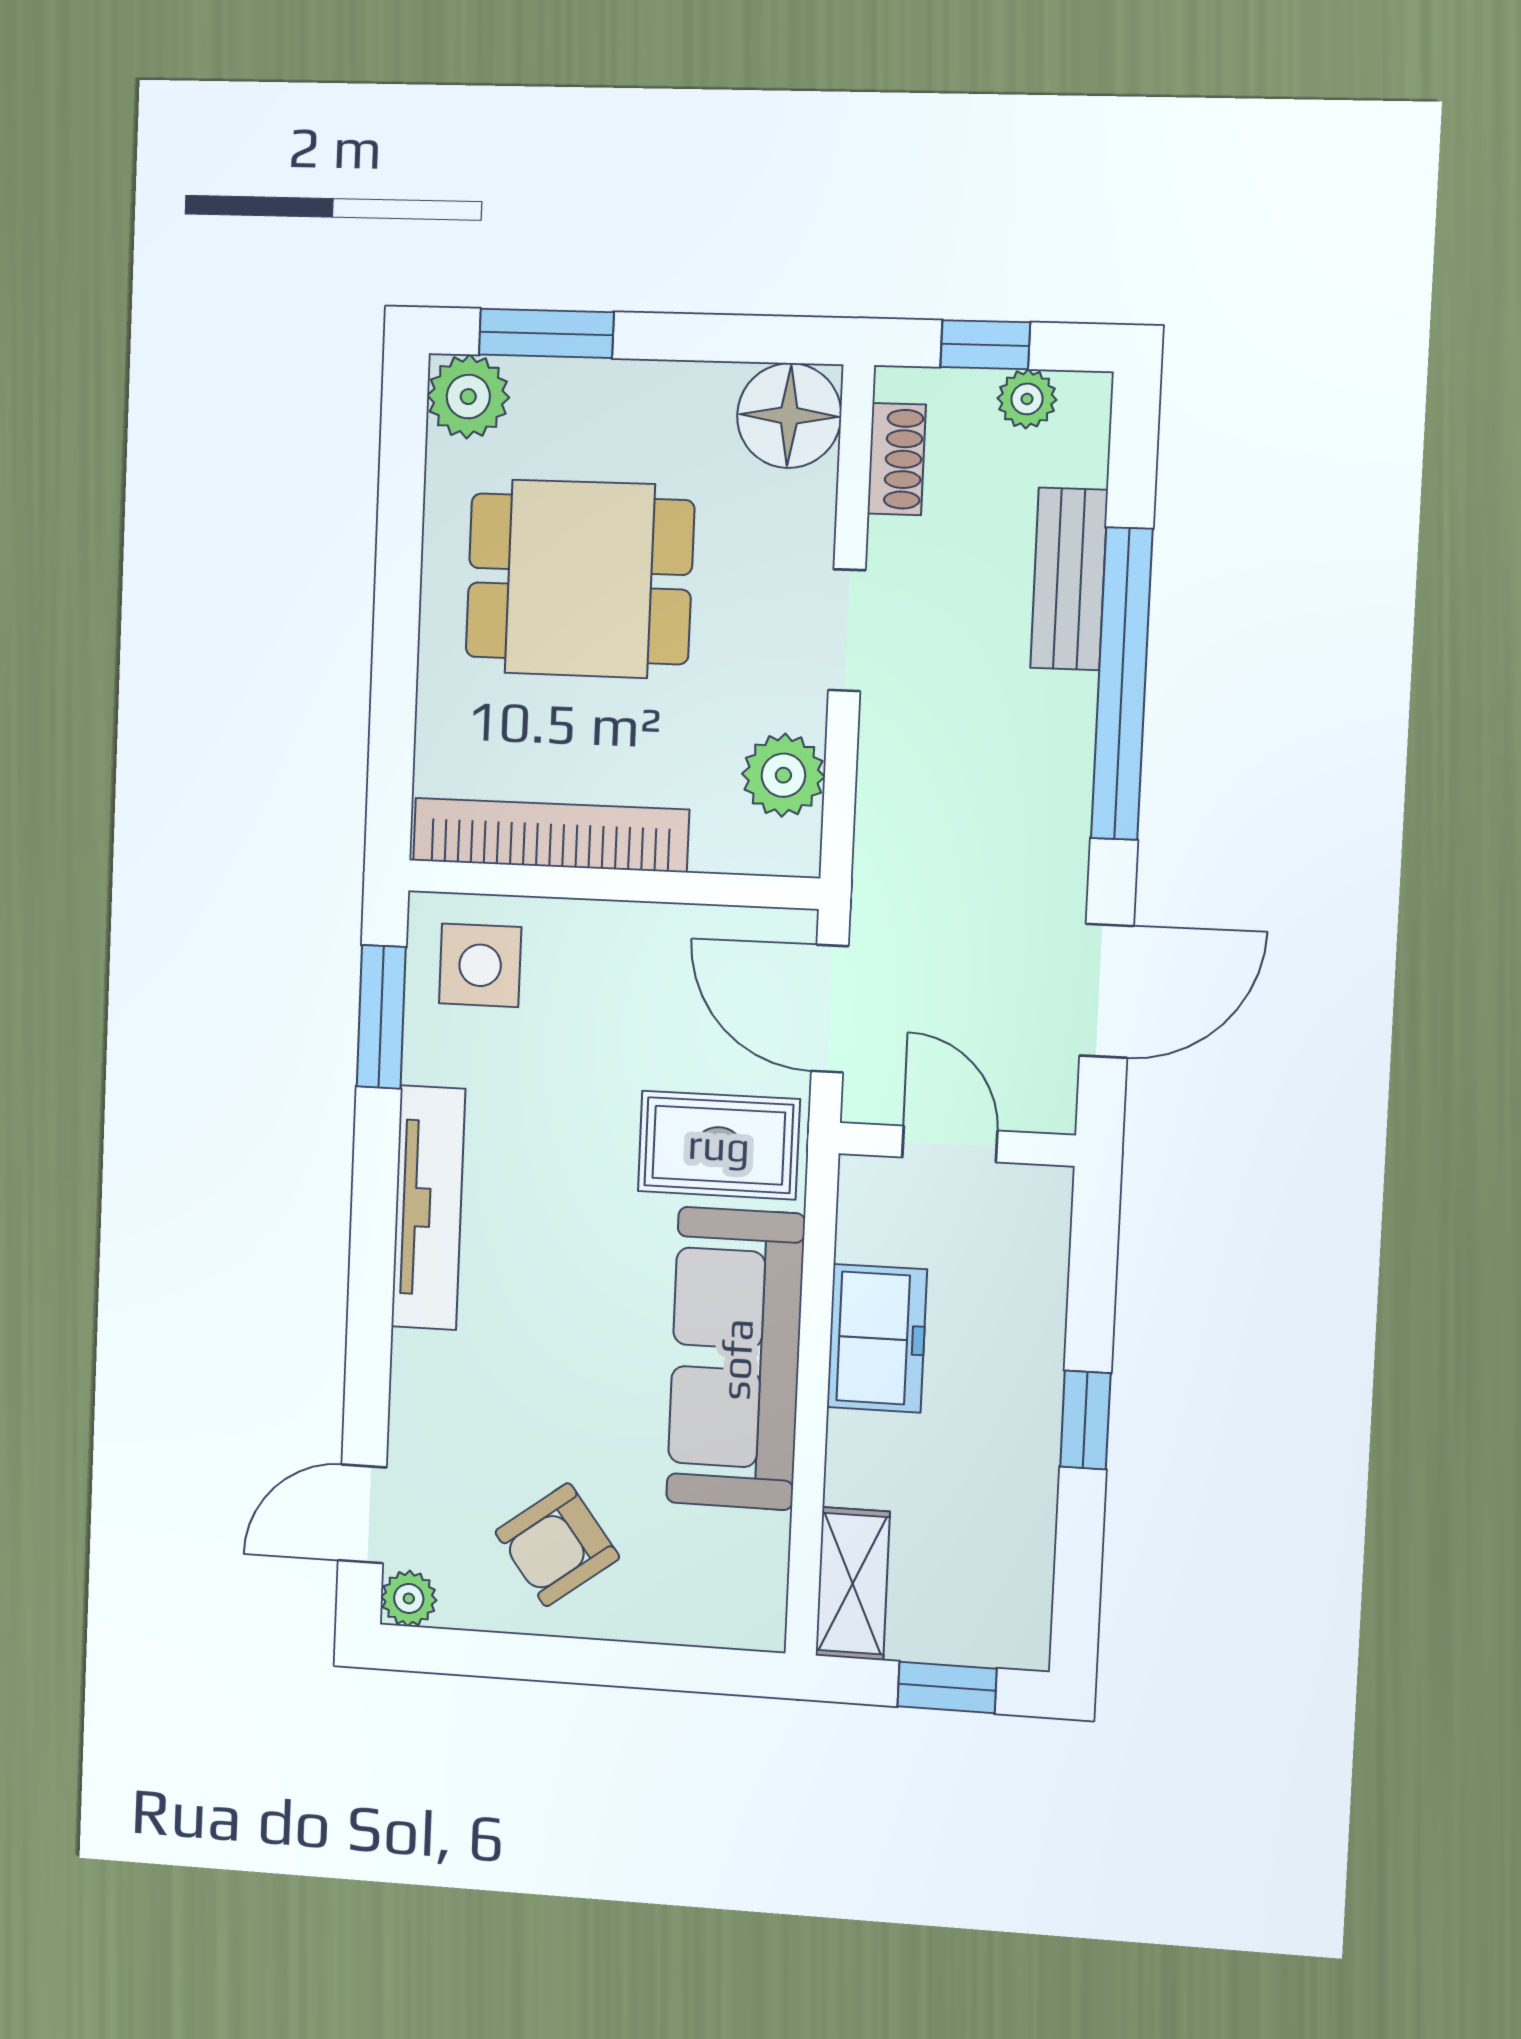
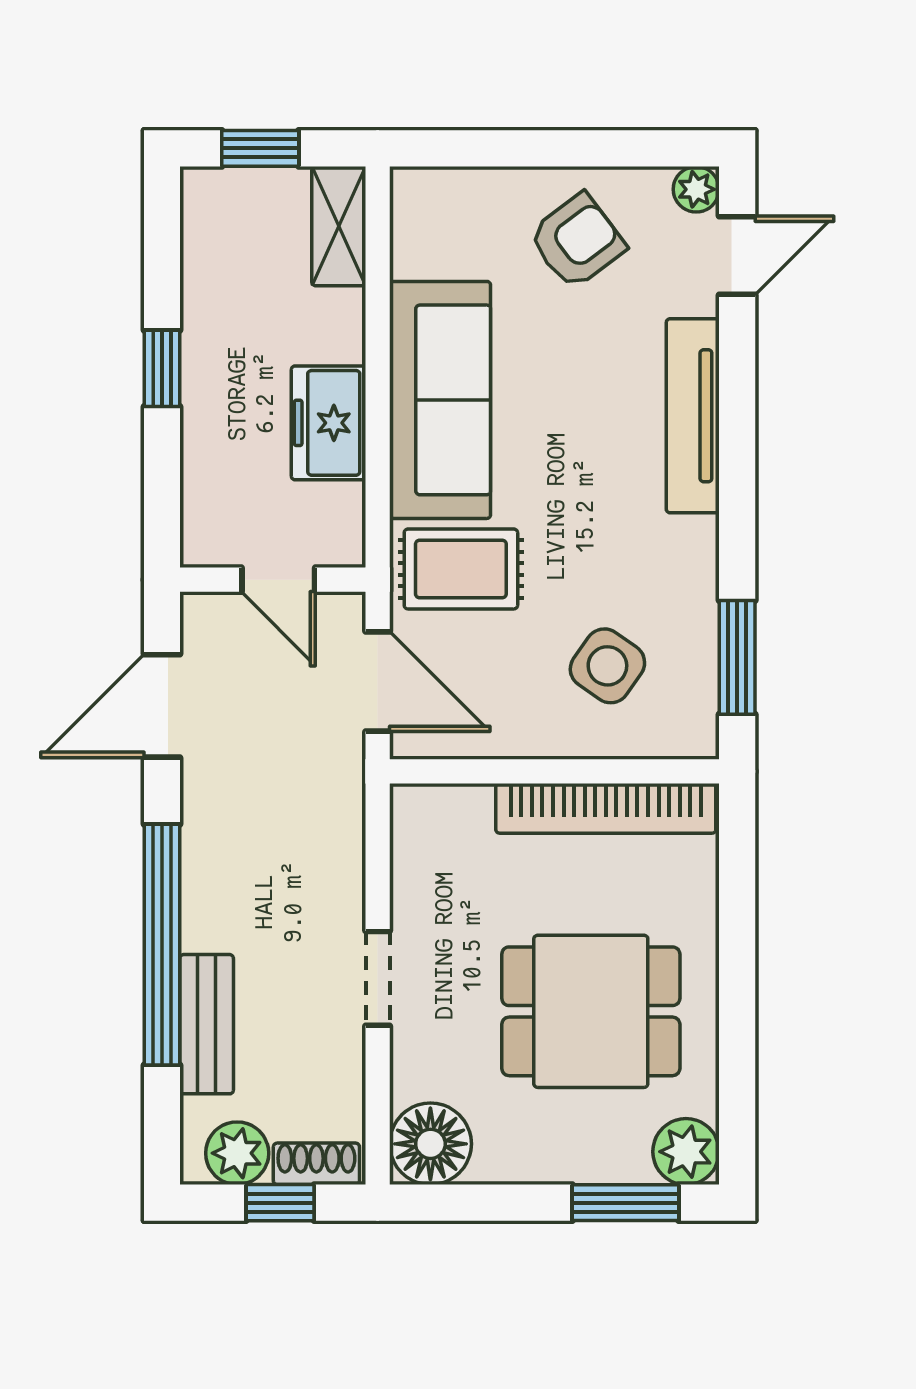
plant: (1027, 399) -> (237, 1153), width x1.38, depth x1.38
shoe rack: (897, 459) -> (316, 1164), moved, turned 90
plant: (783, 775) -> (422, 863), removed
side table: (480, 965) -> (607, 666), moved, turned 35
tv unit: (428, 1208) -> (693, 416), moved

